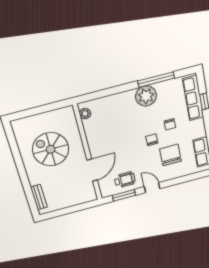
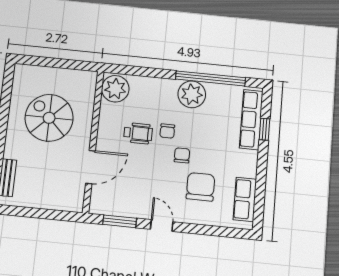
window: (156, 80) -> (210, 78), width x1.46
plant: (85, 114) -> (115, 89), width x1.87, depth x1.87
chair: (170, 124) -> (167, 131), moved
wheelchair: (125, 180) -> (138, 133), moved

